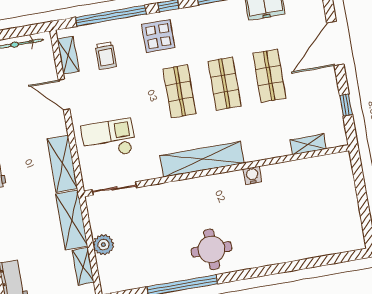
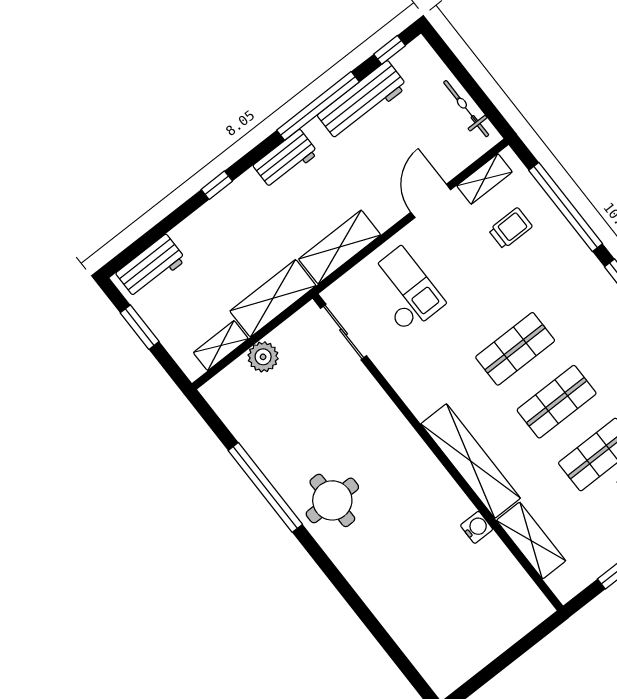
display table: (158, 36) -> (572, 283), removed
trolley: (106, 56) -> (510, 228), turned 180
shelving: (308, 144) -> (531, 541), width x1.50, depth x1.33
shelving: (202, 159) -> (471, 461), moved
water cooler: (252, 175) -> (477, 527), moved

